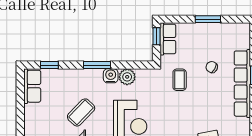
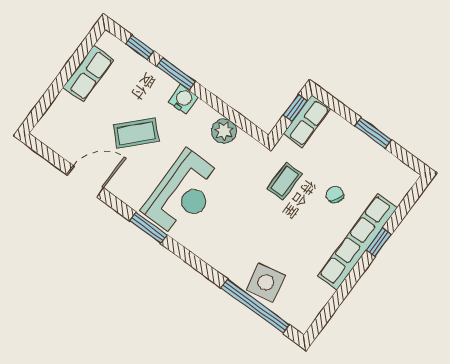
window: (97, 65) -> (176, 74), moved
water cooler: (111, 76) -> (183, 99), moved
row of seats: (32, 86) -> (89, 74), moved

